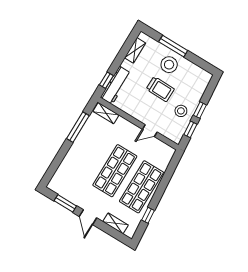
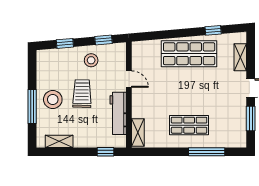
workbench: (116, 85) -> (118, 113), moved, turned -90
window: (200, 110) -> (65, 43), moved
window: (78, 127) -> (207, 152), moved
shop shelf: (115, 171) -> (189, 125), moved, width x0.70, depth x0.74

